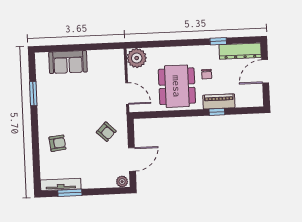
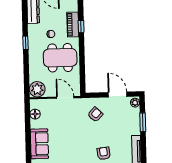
window: (218, 41) -> (25, 43), moved
floor lamp: (105, 56) -> (35, 114), added
door: (127, 93) -> (65, 97), hinge flipped
window: (70, 193) -> (143, 122), moved

